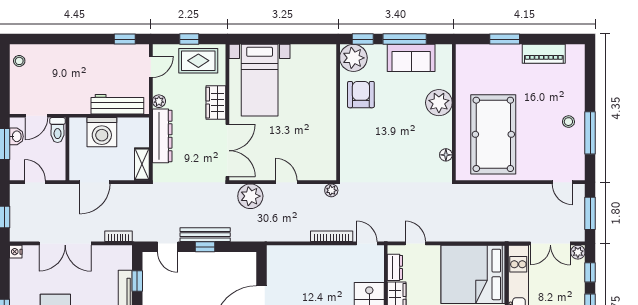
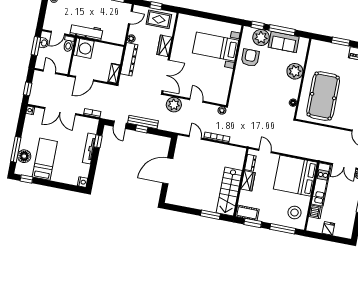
plant: (353, 58) -> (261, 37), moved
bed with nightstands: (260, 80) -> (216, 47), moved, turned 90
workbench: (117, 104) -> (86, 32), moved
washing machine: (102, 132) -> (84, 48), moved, turned -90
door: (367, 243) -> (195, 137), moved

